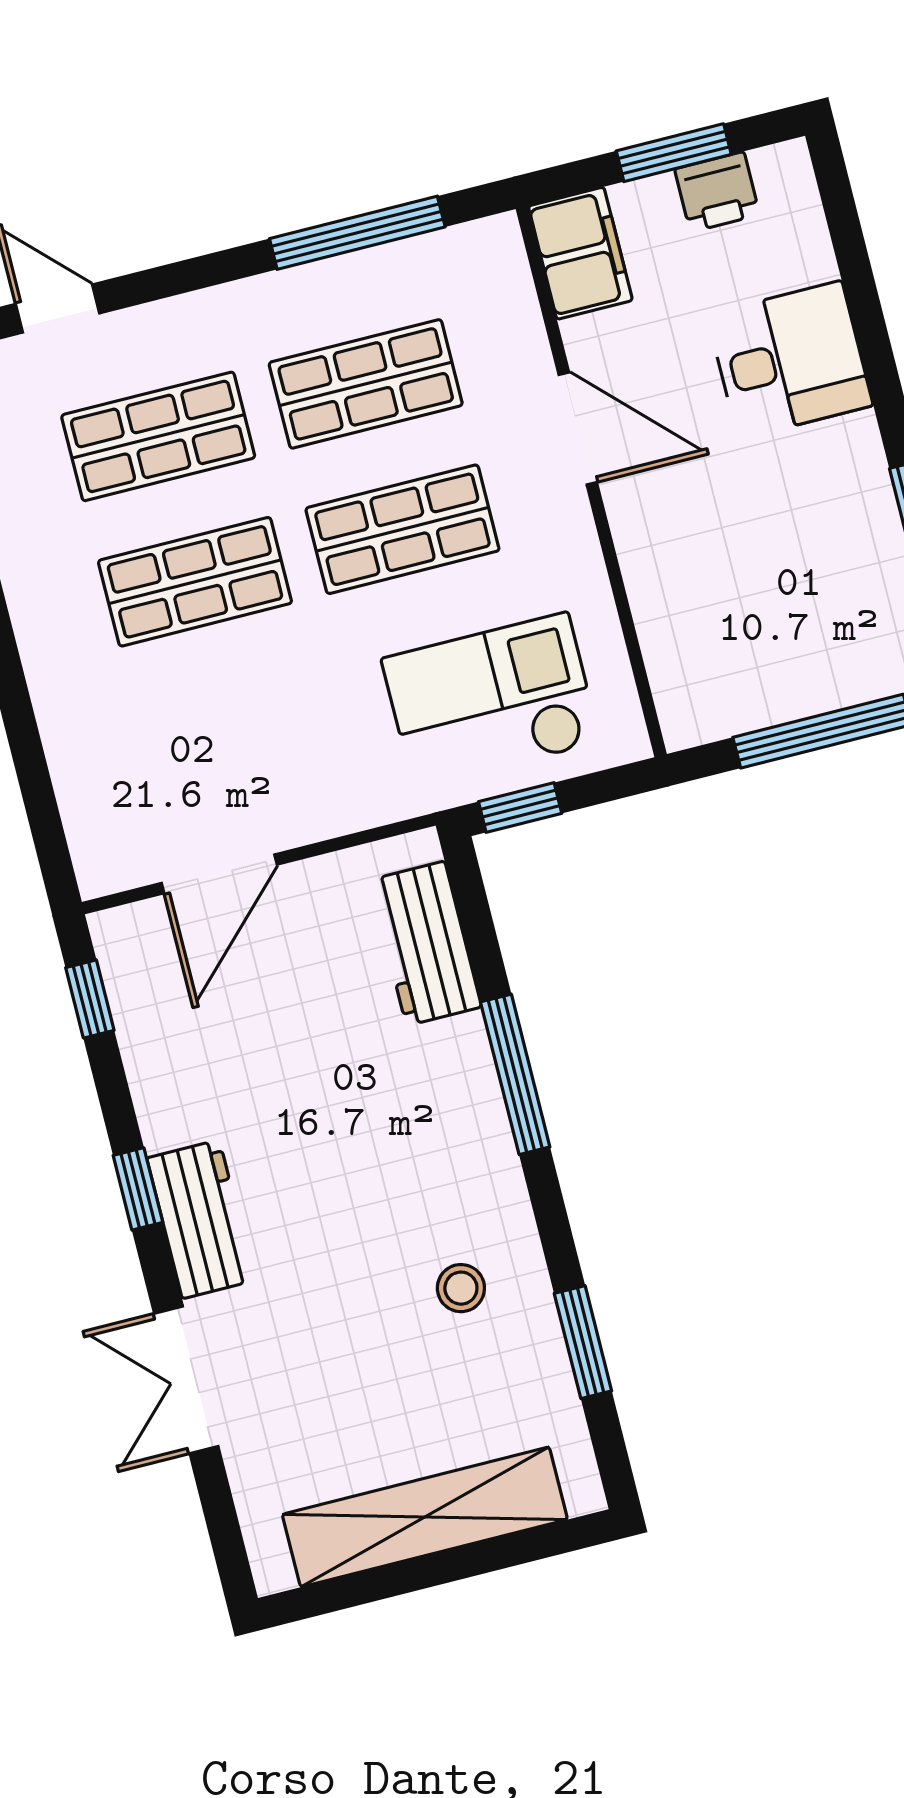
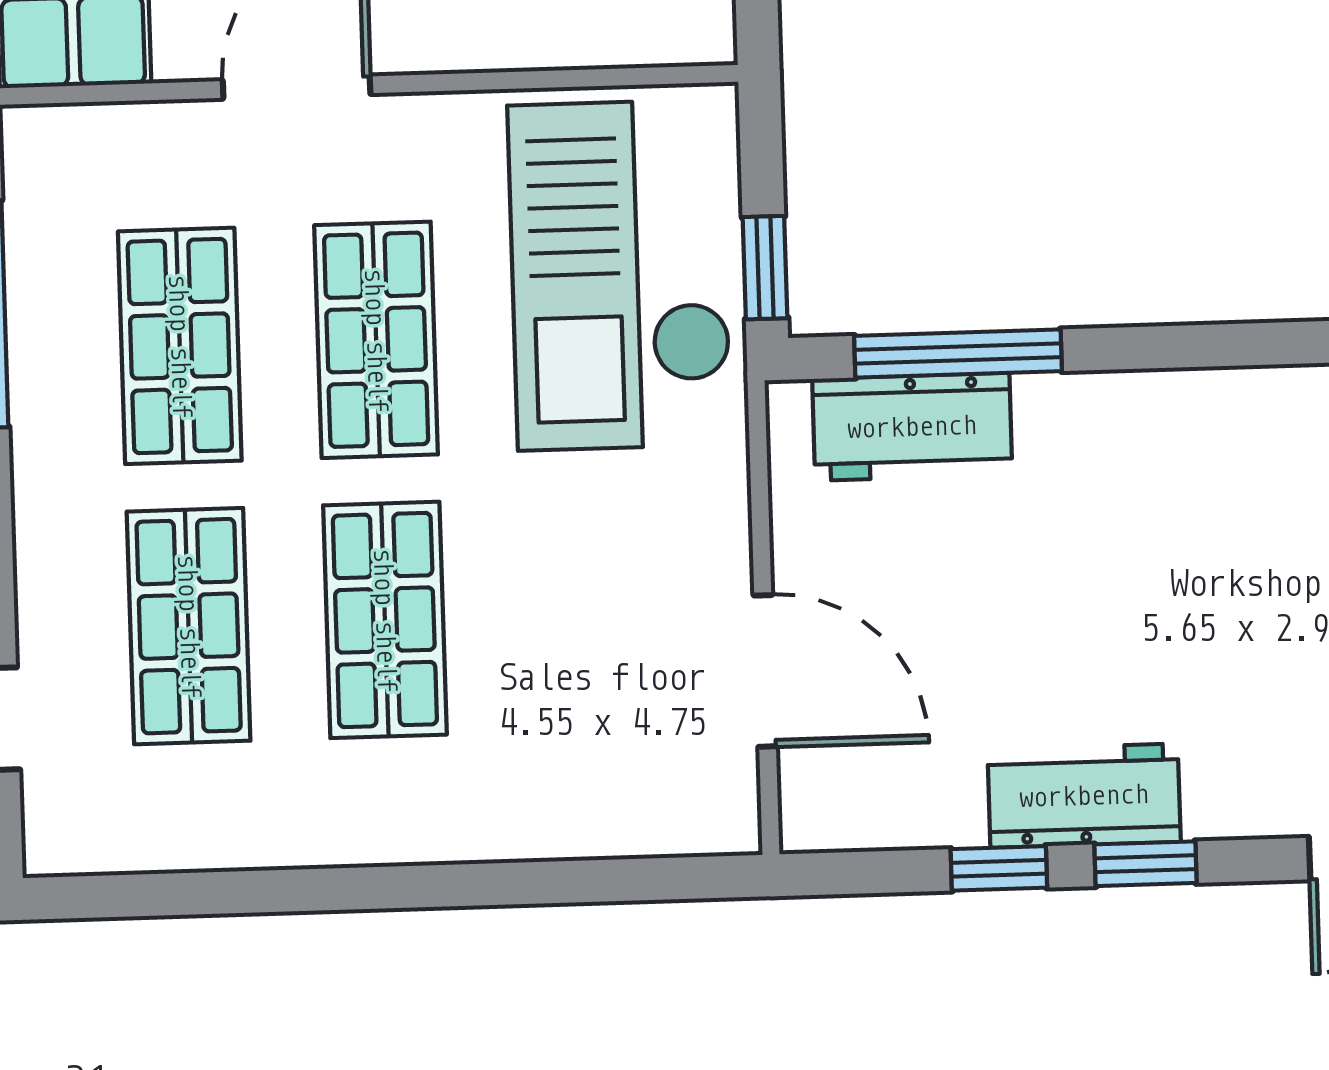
checkout: (491, 701) -> (620, 275), width x1.36, depth x1.21
window: (90, 999) -> (999, 868), moved
window: (515, 1074) -> (958, 354), moved
workbench: (201, 1219) -> (1084, 796), moved

